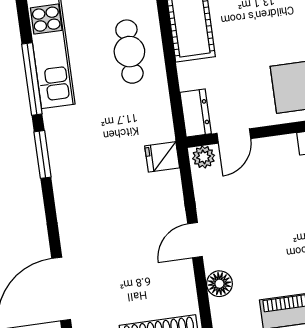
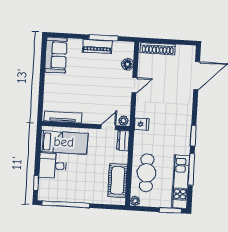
cafe table: (129, 52) -> (147, 173), width x1.37, depth x1.35

